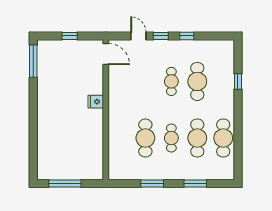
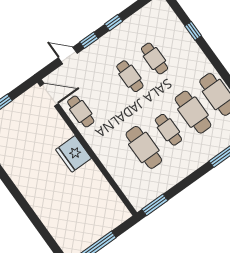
cafe table: (119, 81) -> (81, 111), added
cafe table: (197, 81) -> (154, 59), width x0.73, depth x0.74
fridge: (96, 102) -> (74, 154), width x1.88, depth x1.34
window: (152, 184) -> (155, 205), moved

